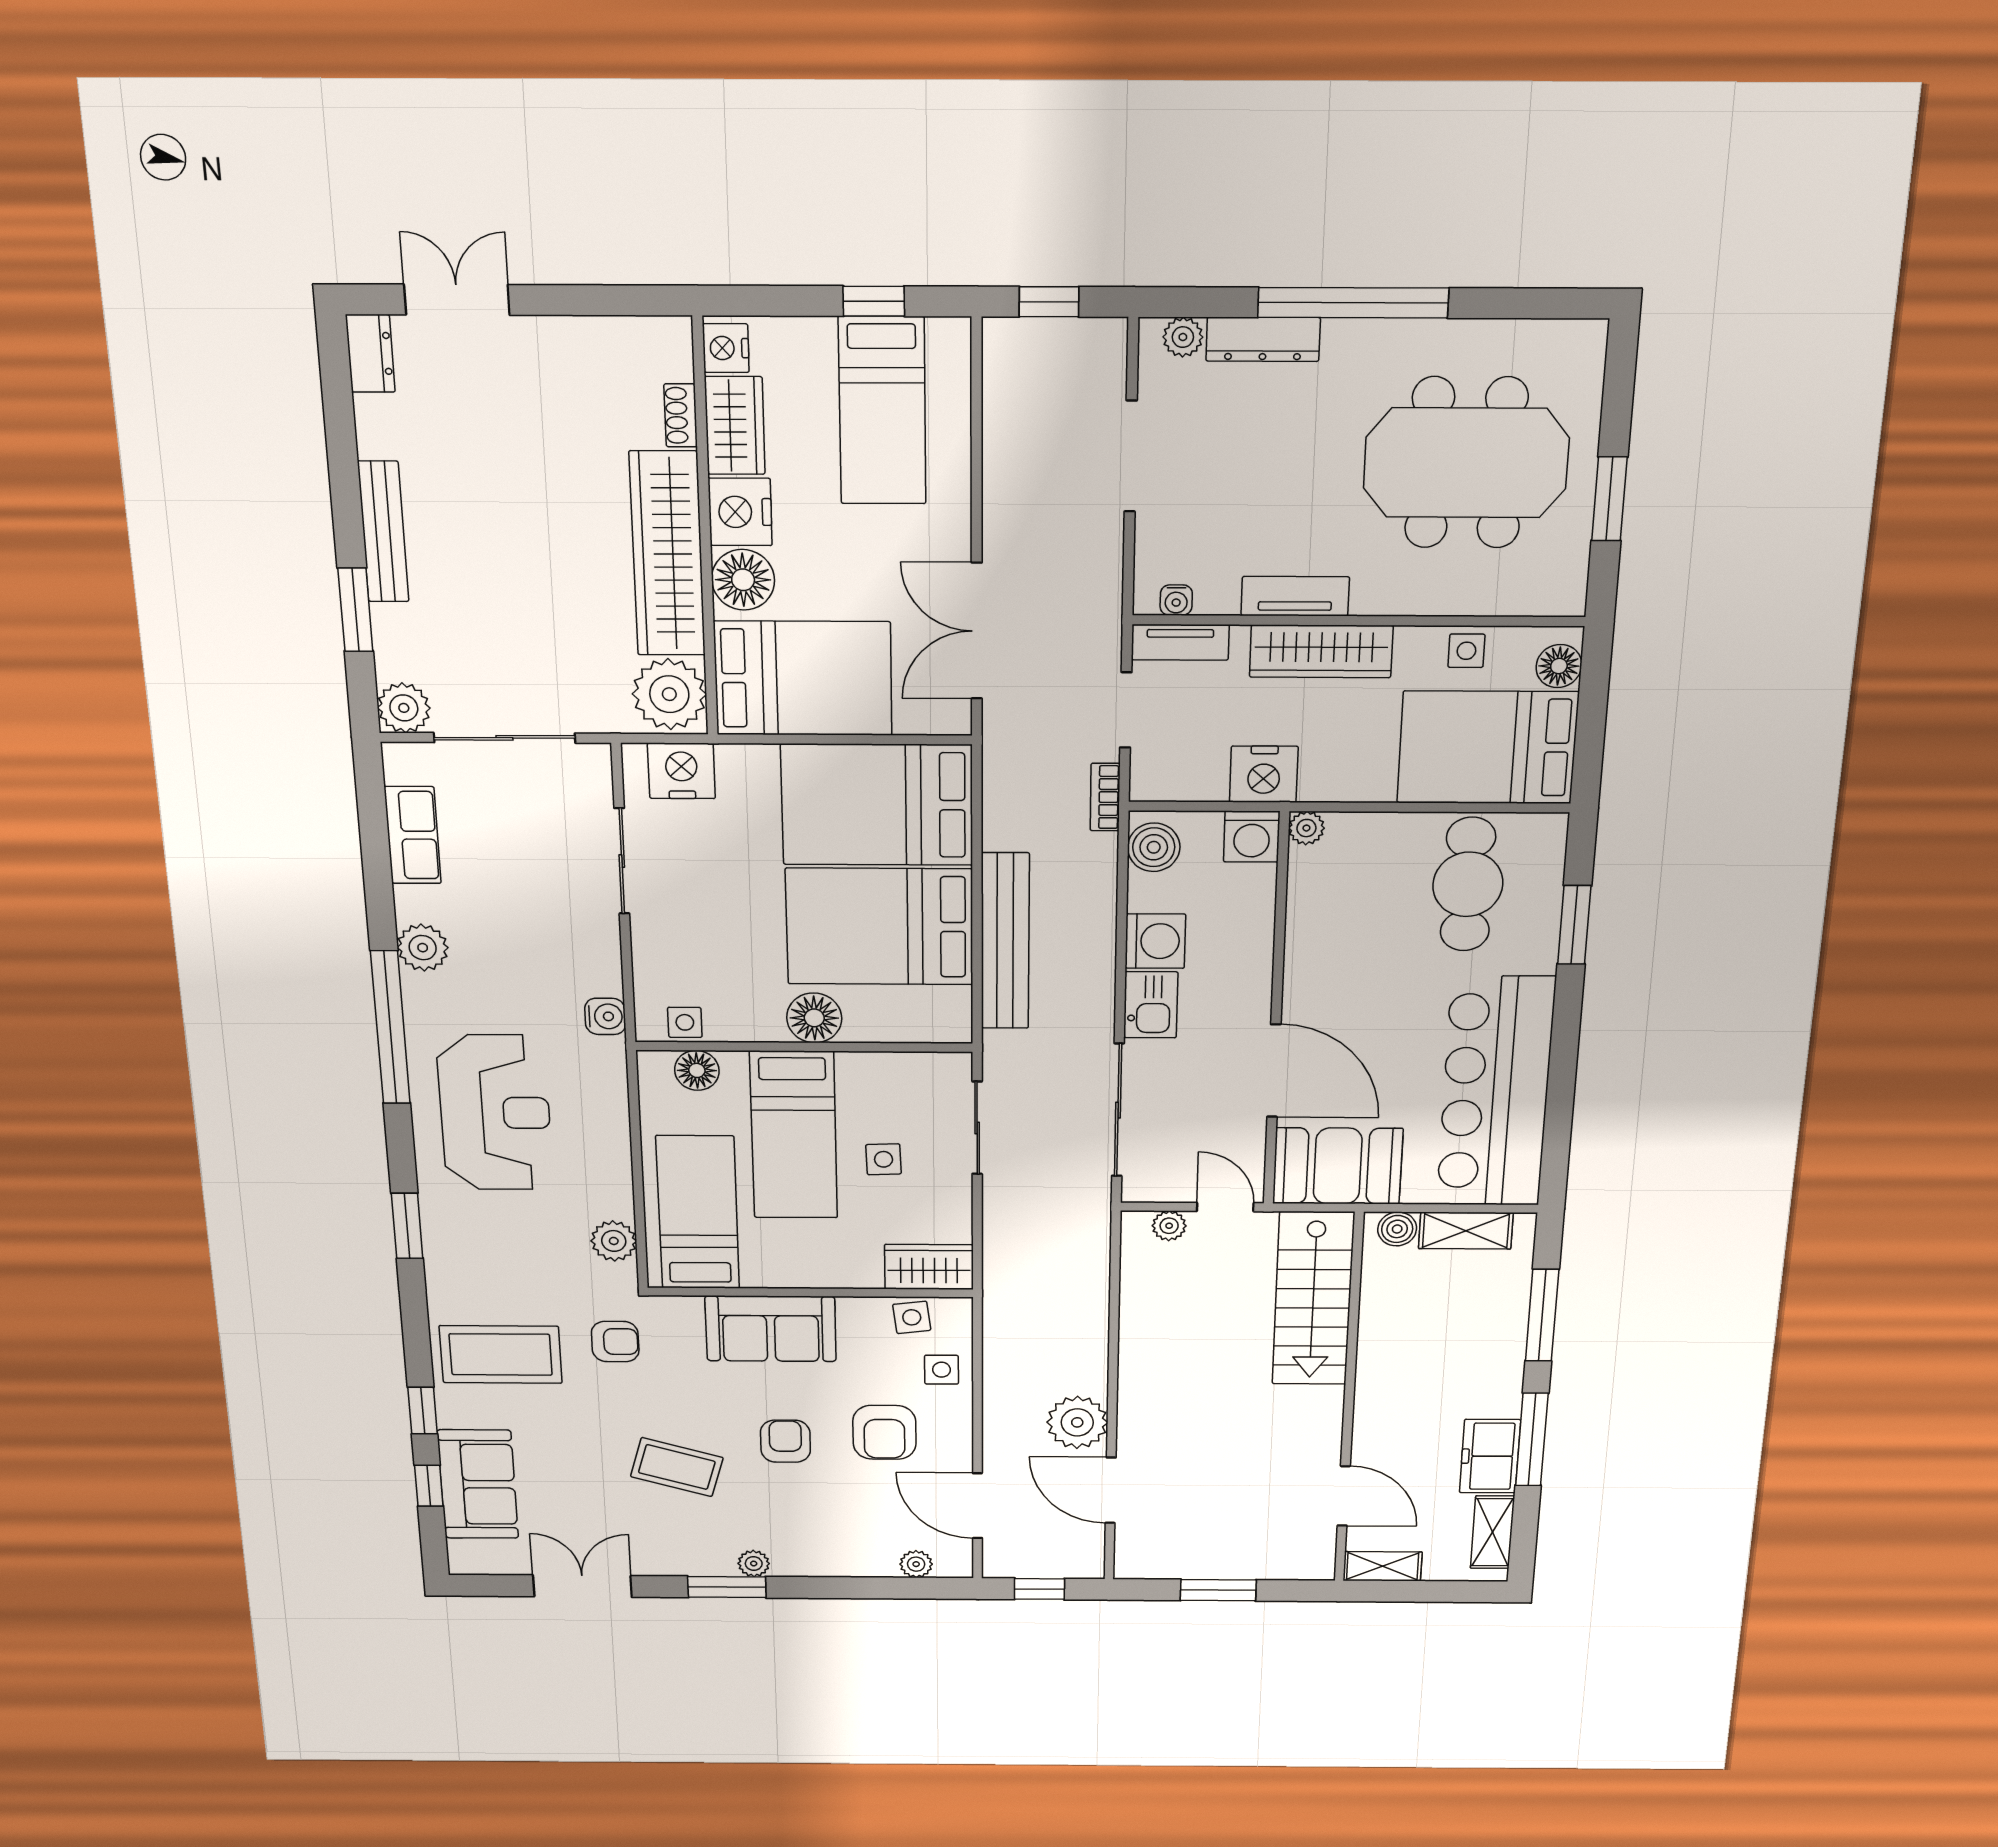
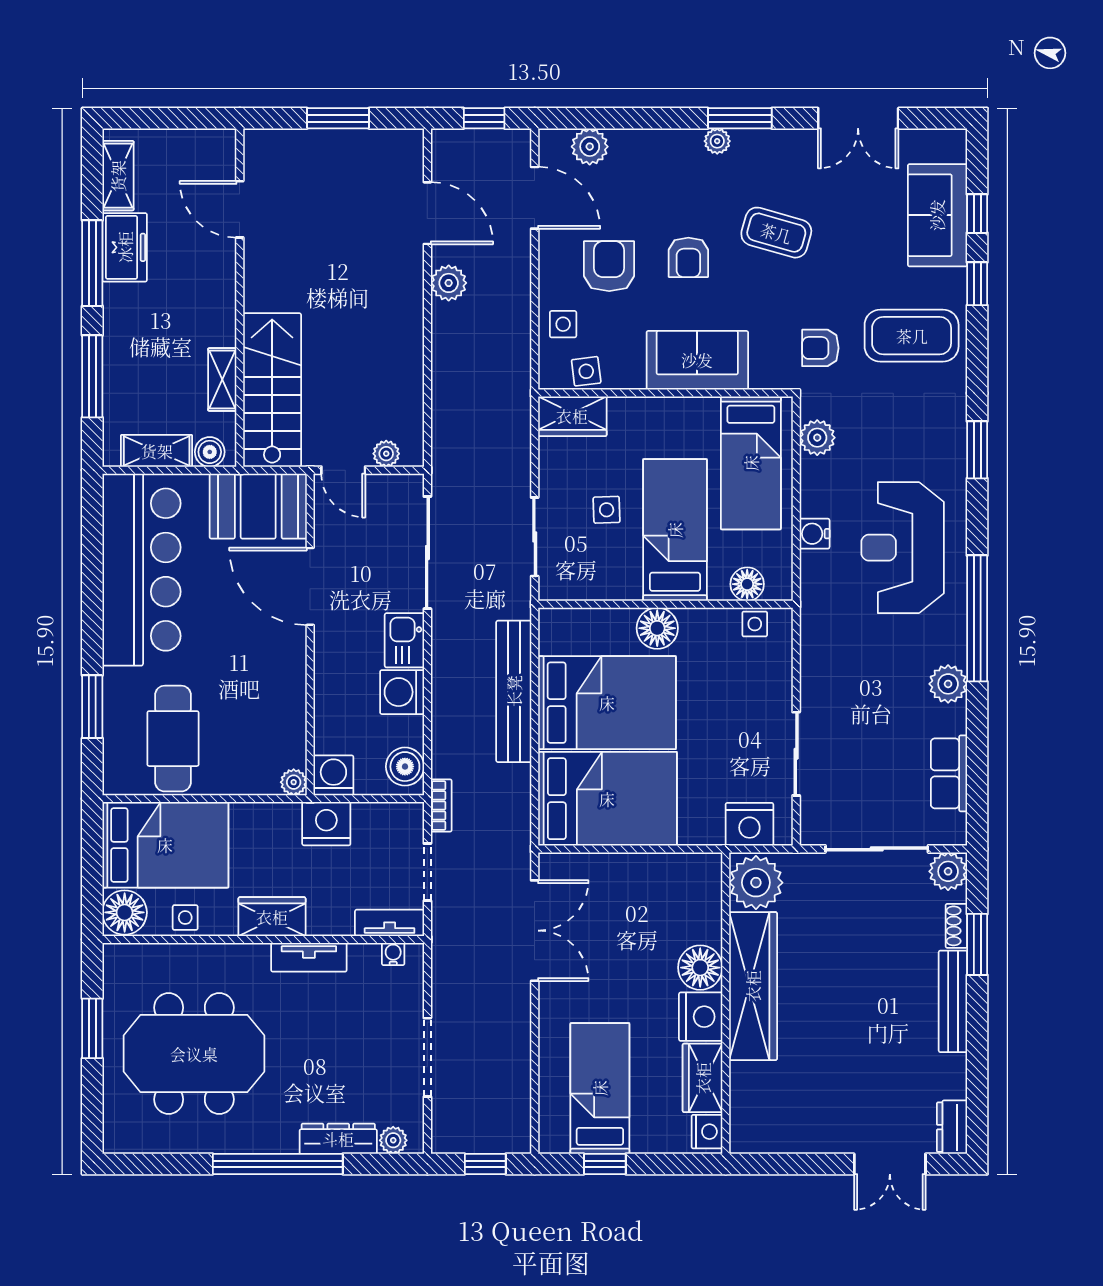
shoe rack: (681, 415) -> (956, 926), moved, turned 180
wardrobe: (1321, 651) -> (272, 917), width x0.67
floor lamp: (1559, 666) -> (125, 912), width x1.38, depth x1.38
bed: (803, 678) -> (659, 895), removed
water cooler: (605, 1016) -> (815, 534), moved
plant: (1077, 1422) -> (449, 283), width x0.73, depth x0.73
plant: (916, 1564) -> (590, 147), width x1.38, depth x1.38
shelving: (1383, 1566) -> (222, 379), moved, turned 90

